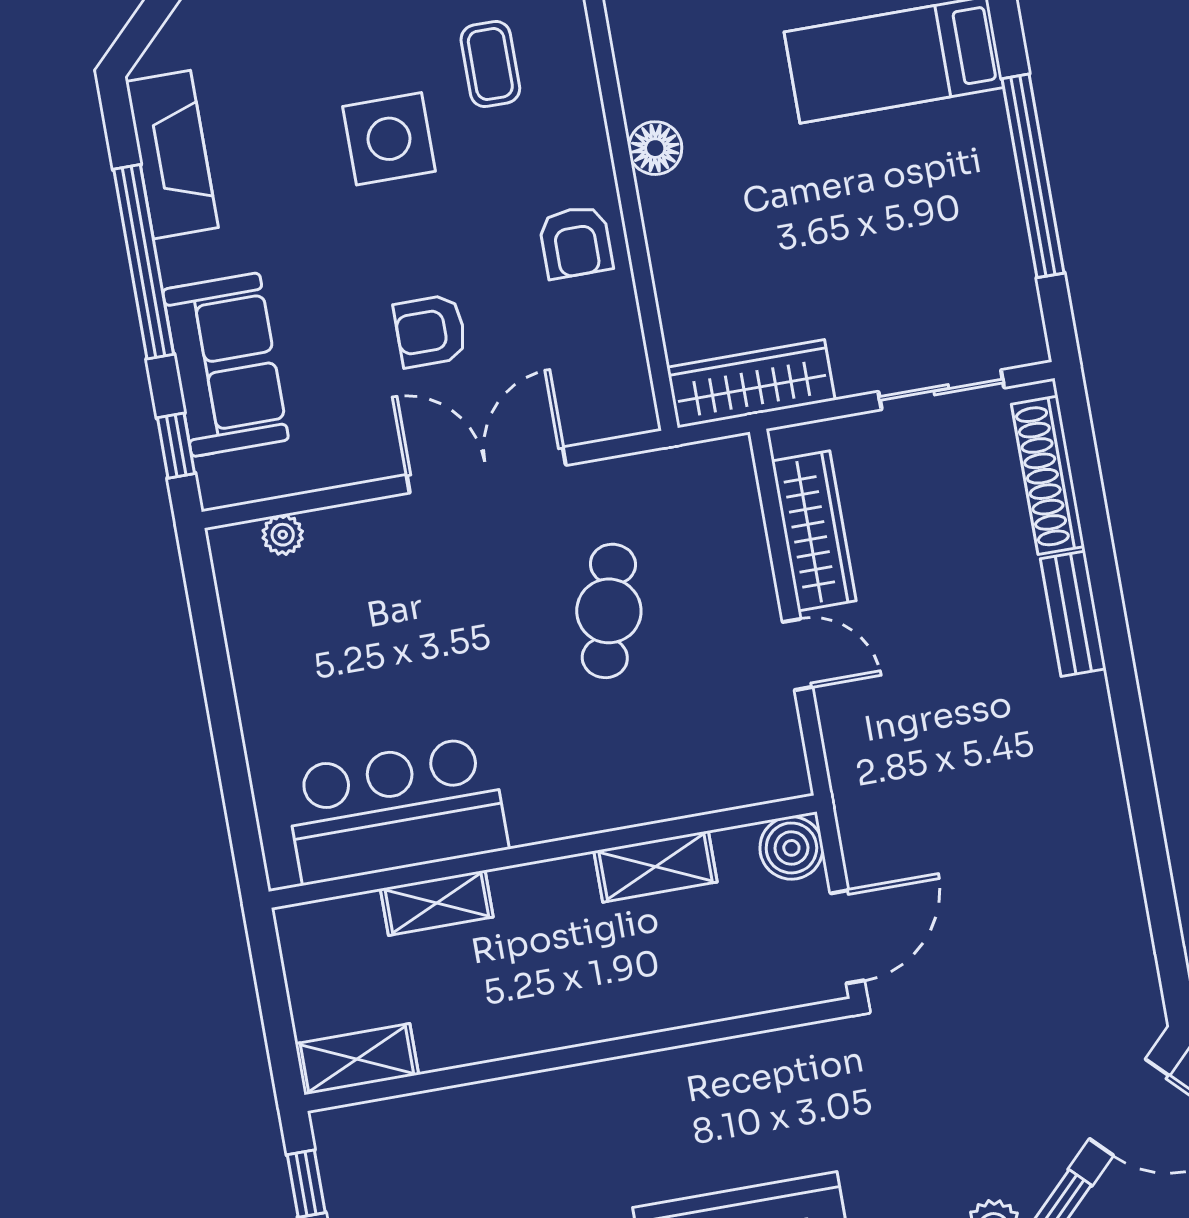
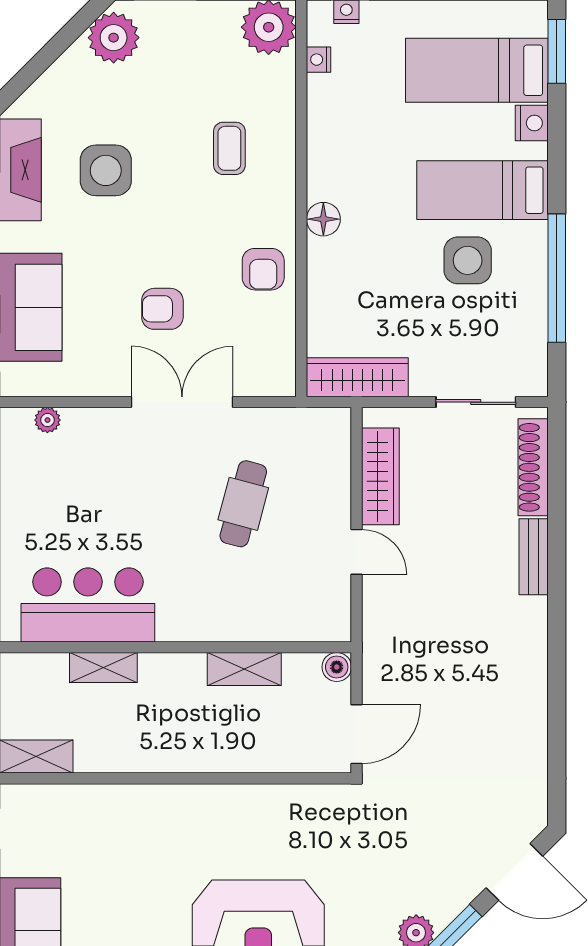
side table: (389, 139) -> (106, 170), moved
side table: (890, 173) -> (468, 260), added
boiler: (791, 848) -> (337, 667), width x0.73, depth x0.73

